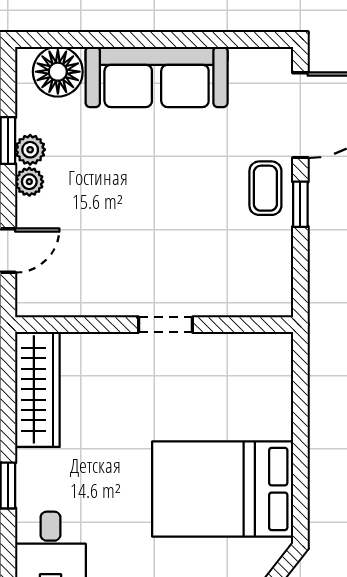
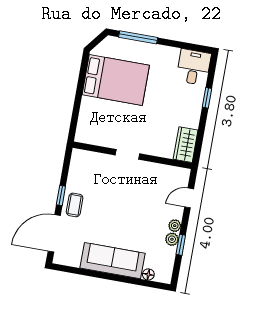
floor lamp: (58, 72) -> (148, 274), width x0.53, depth x0.53
wardrobe: (37, 389) -> (186, 145), width x0.67

